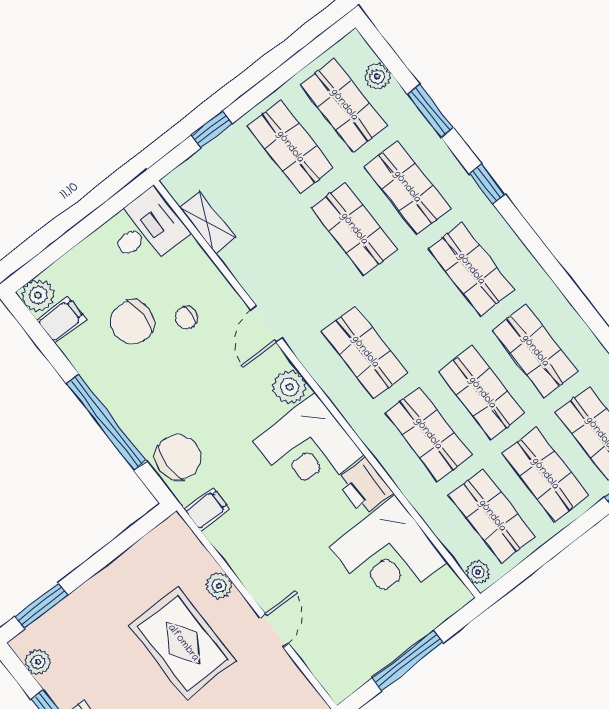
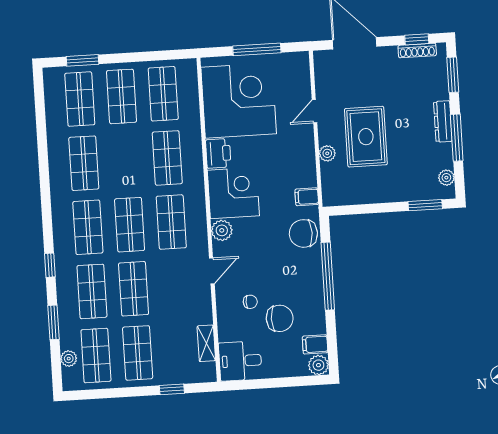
shop shelf: (482, 393) -> (130, 225), moved
corner desk: (388, 554) -> (239, 100), width x1.36, depth x1.36
plant: (478, 572) -> (190, 70), removed

